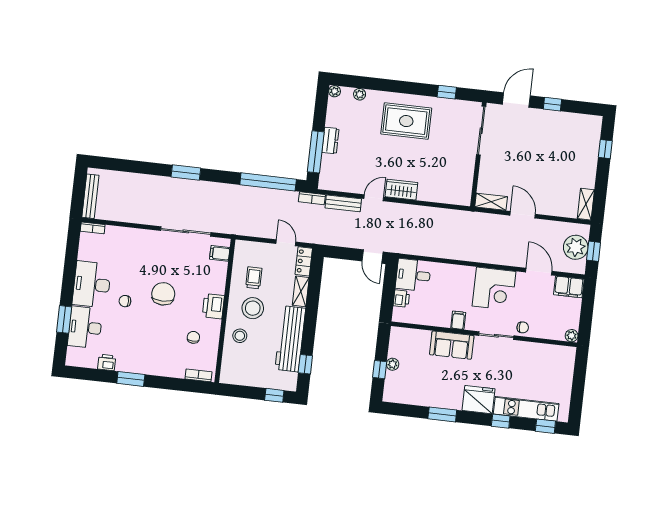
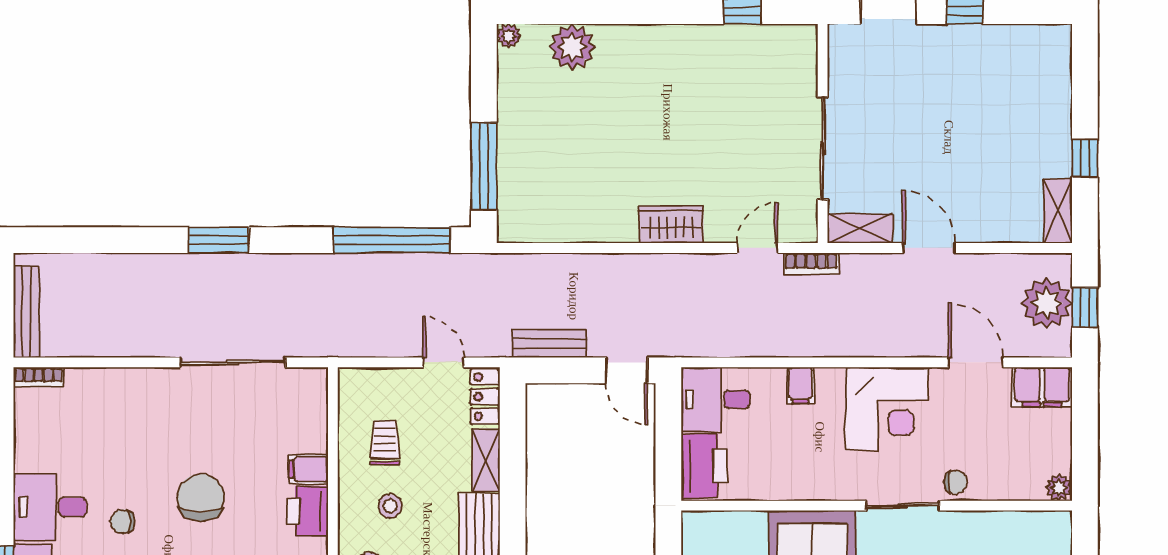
plant: (360, 94) -> (572, 47), width x1.87, depth x1.87
rug: (406, 121) -> (665, 81), removed
sliding door: (481, 131) -> (823, 148), moved
dresser: (330, 141) -> (512, 139), removed
window: (605, 149) -> (1085, 158), moved
bookcase: (312, 198) -> (811, 264), moved
door: (374, 198) -> (757, 248), moved
bench: (343, 203) -> (549, 344), moved
filing cabinet: (220, 253) -> (308, 469), moved
desk: (92, 284) -> (50, 507), width x0.73
printer: (401, 299) -> (704, 466), width x1.87, depth x1.48
stool: (253, 308) -> (390, 506), width x0.53, depth x0.53
filing cabinet: (458, 320) -> (800, 385), moved, turned 180

